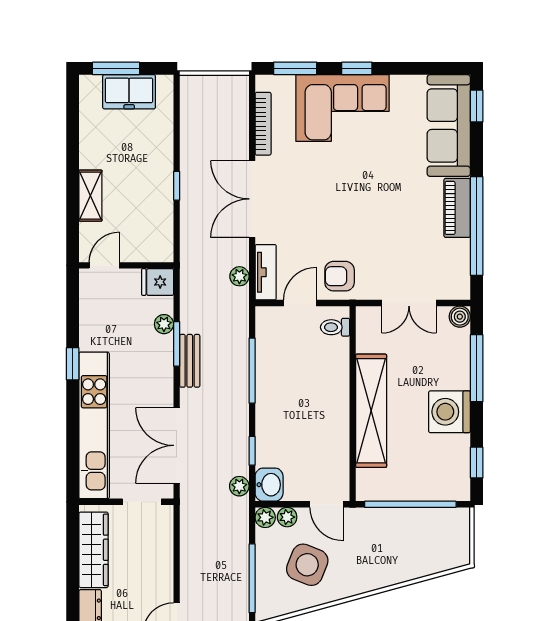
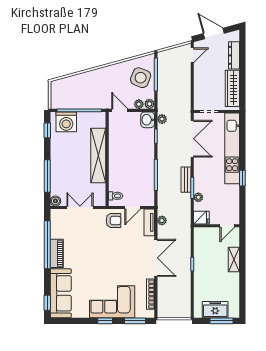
washing machine: (449, 412) -> (66, 122), moved, turned 90
side table: (307, 565) -> (141, 78), moved

